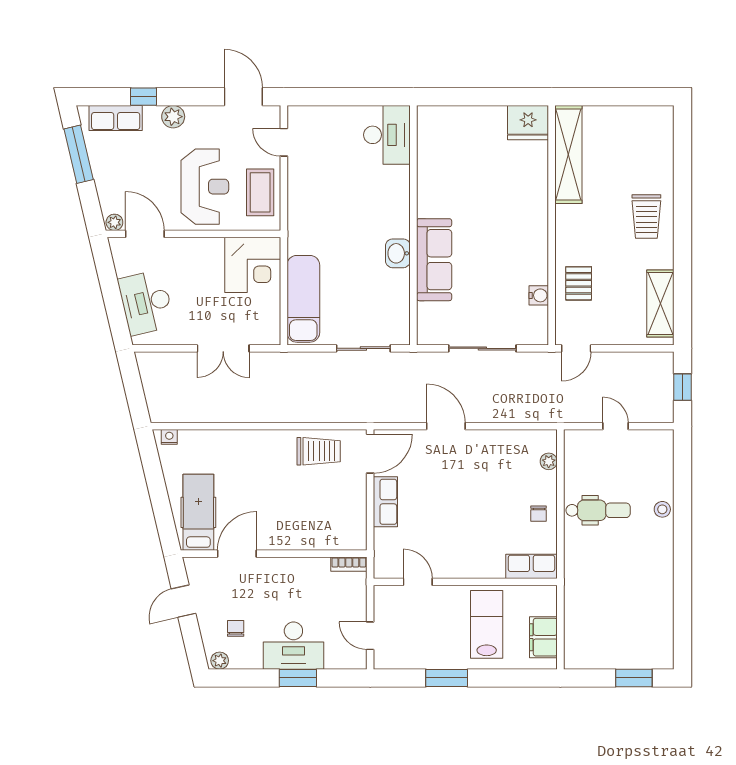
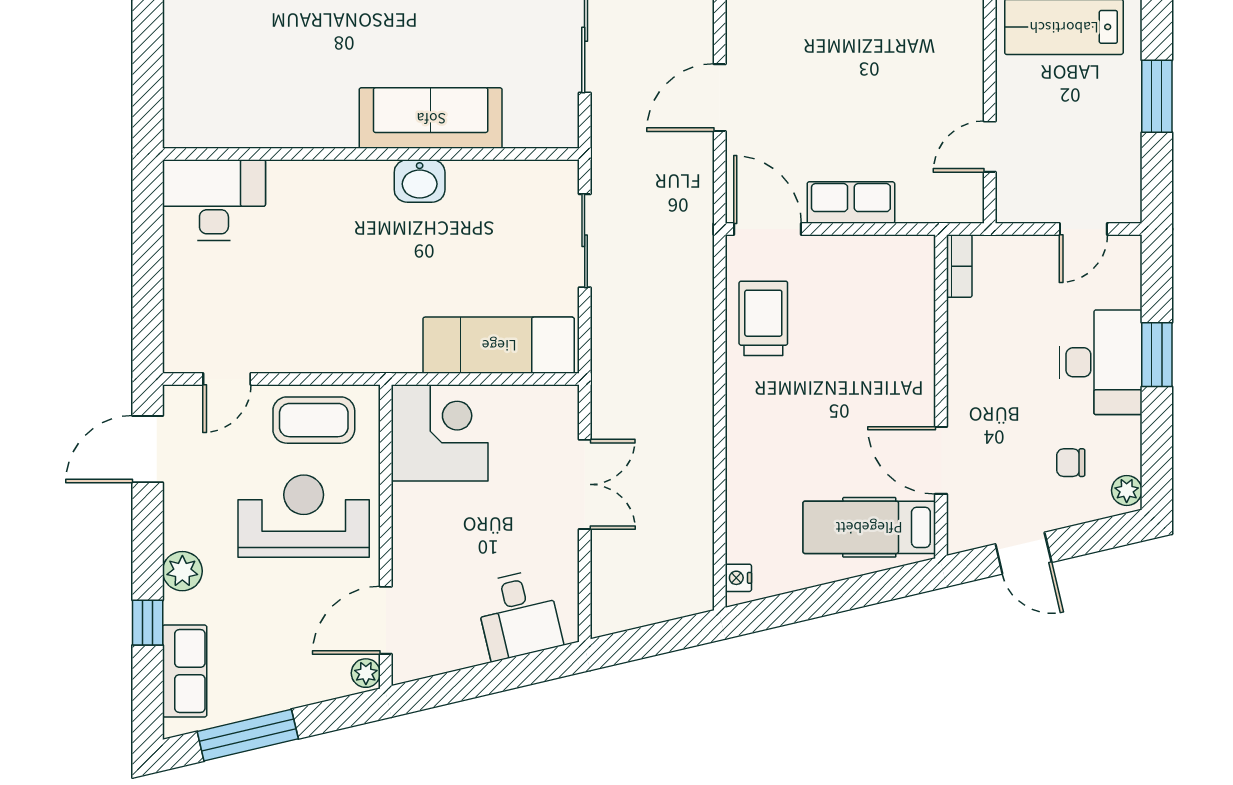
desk: (146, 303) -> (519, 615), width x0.73

